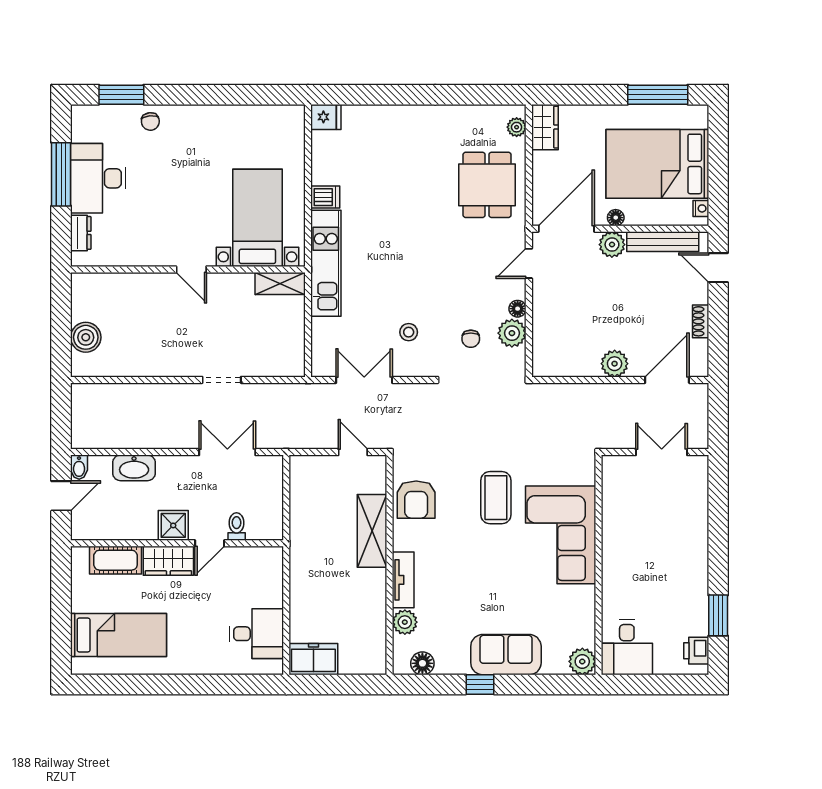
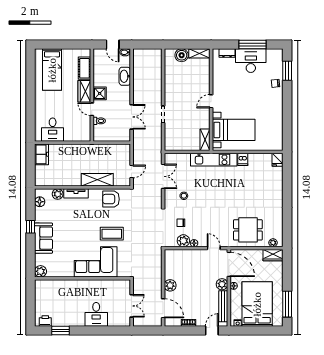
shelving: (81, 296) -> (199, 53), added
desk: (627, 647) -> (96, 314), moved, turned -90

